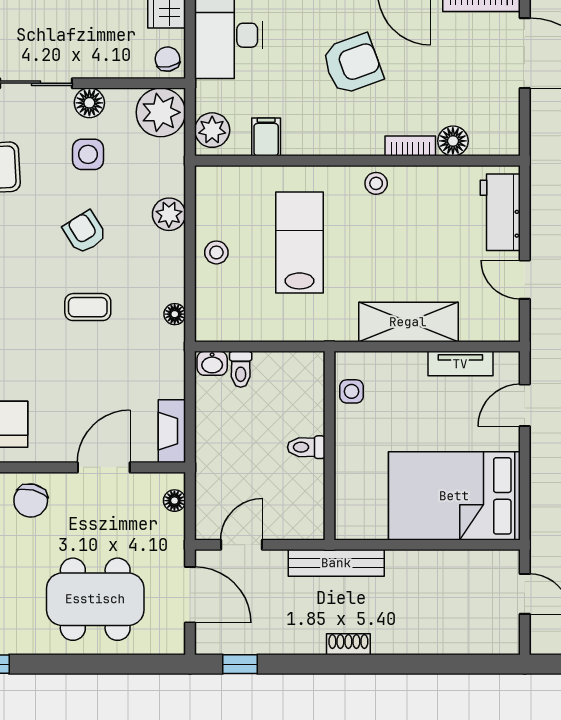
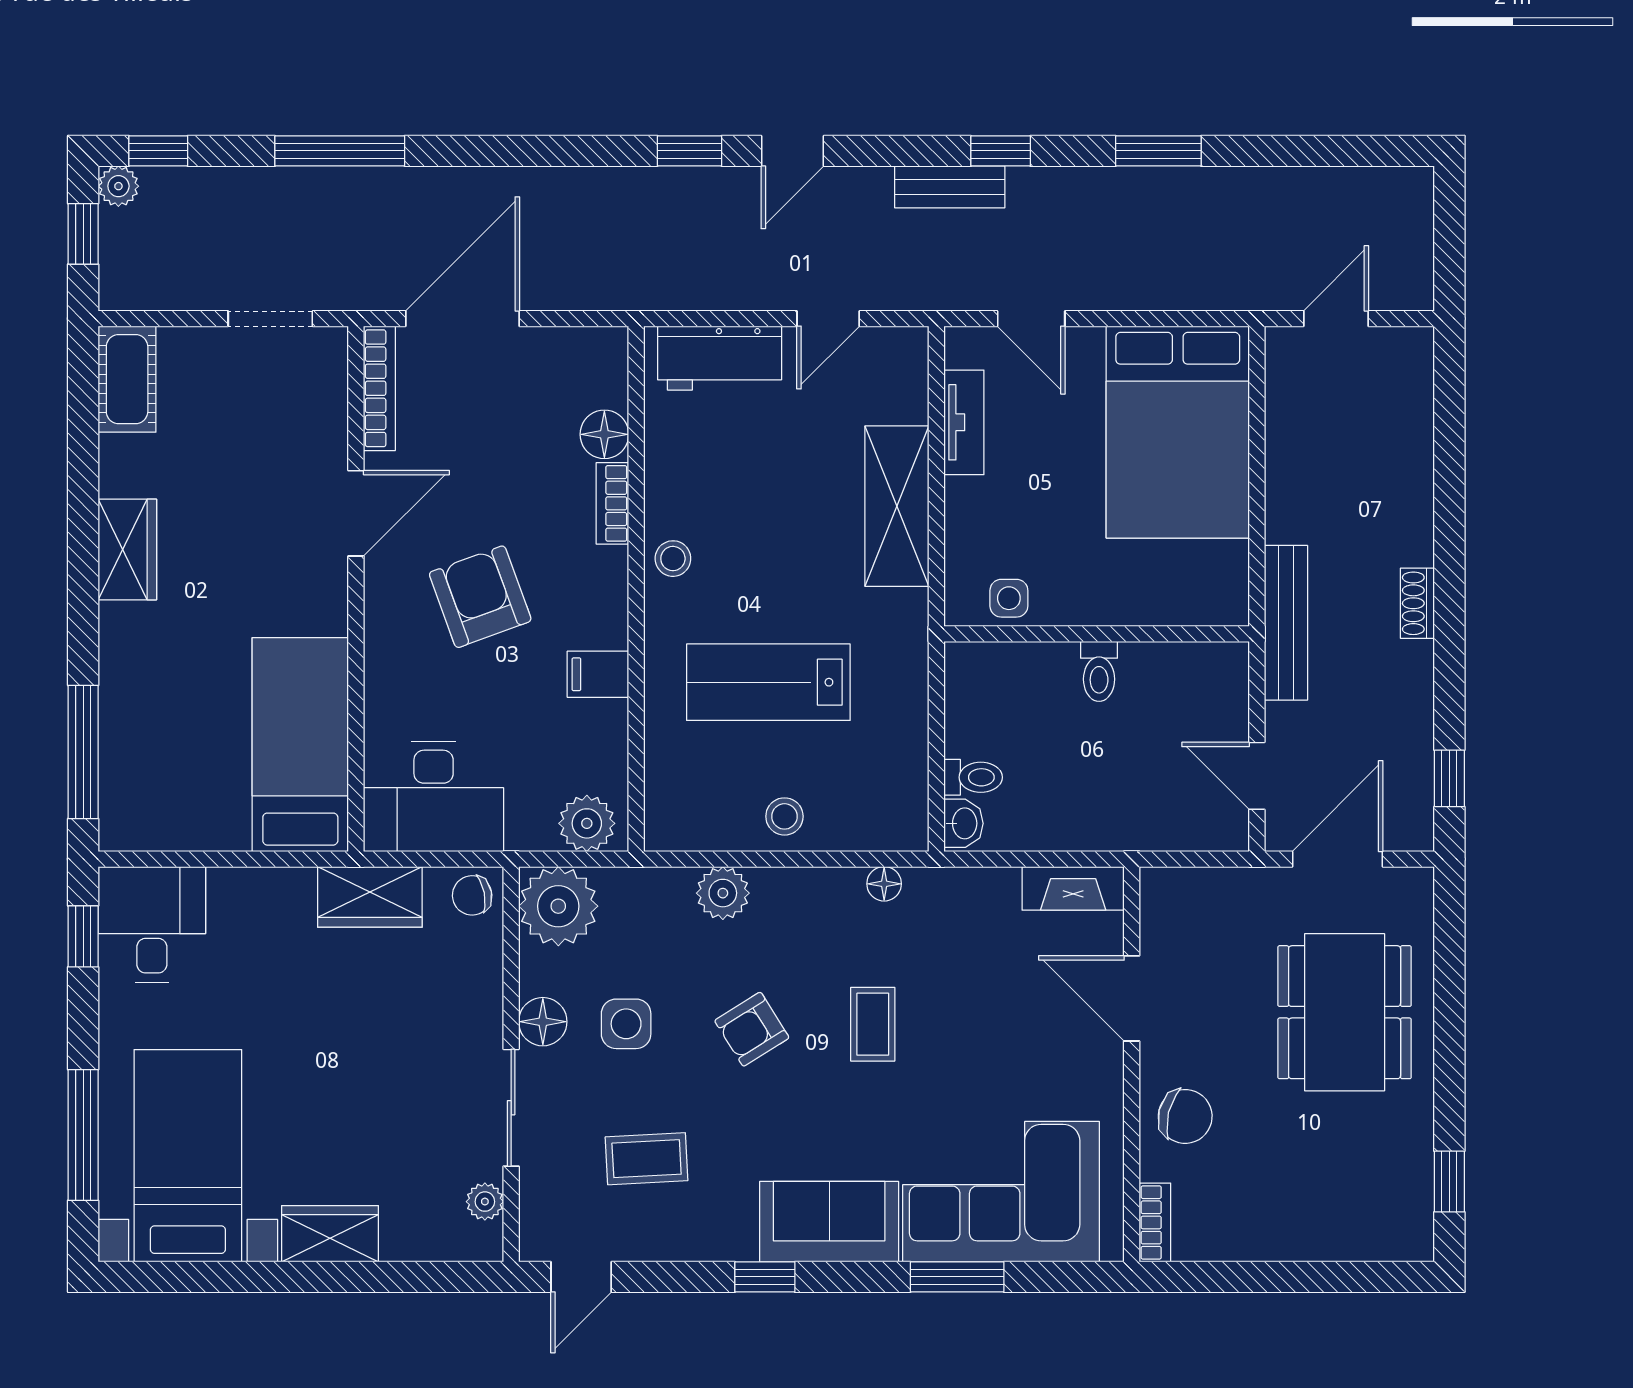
filing cabinet: (266, 137) -> (598, 674), moved
floor lamp: (174, 501) -> (1185, 884), removed

